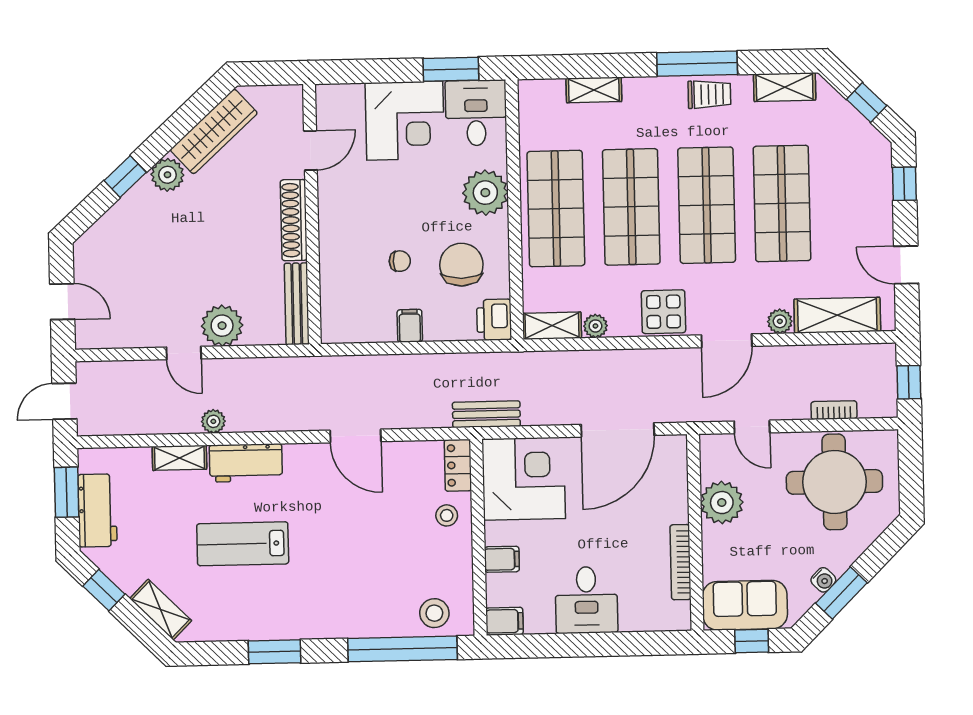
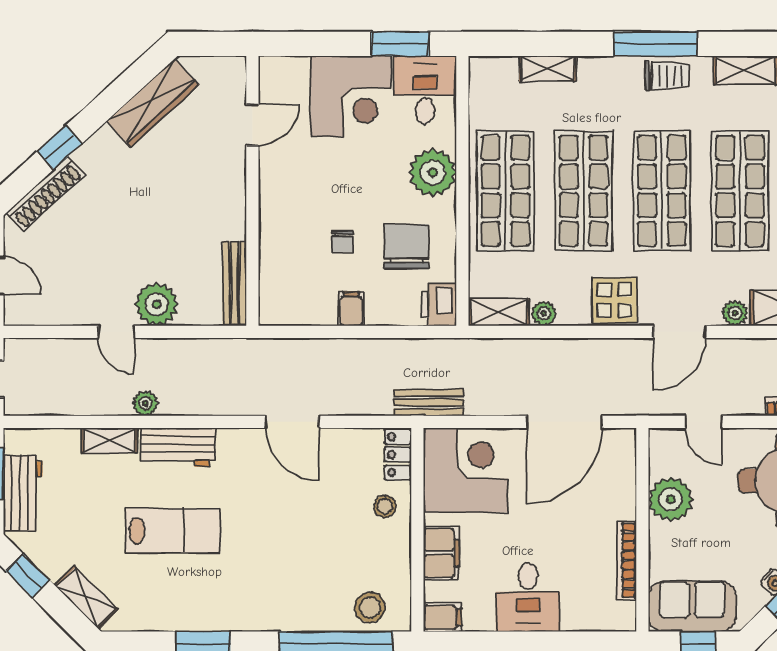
plant: (167, 175) -> (104, 147), removed
shoe rack: (294, 220) -> (46, 194), moved, turned -132
chair: (400, 261) -> (342, 242), turned 90
lab bench: (243, 544) -> (173, 531), turned 180
filing cabinet: (502, 559) -> (441, 553), width x2.00

